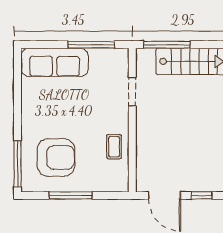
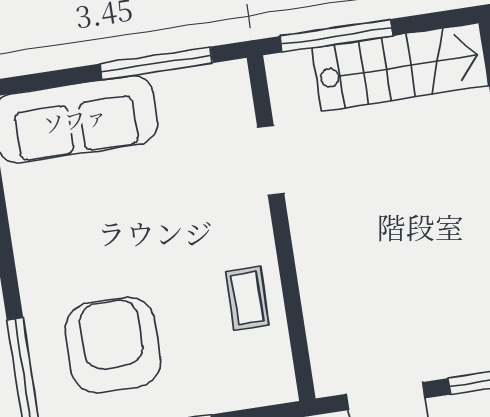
armchair: (56, 157) -> (113, 345), turned -90

